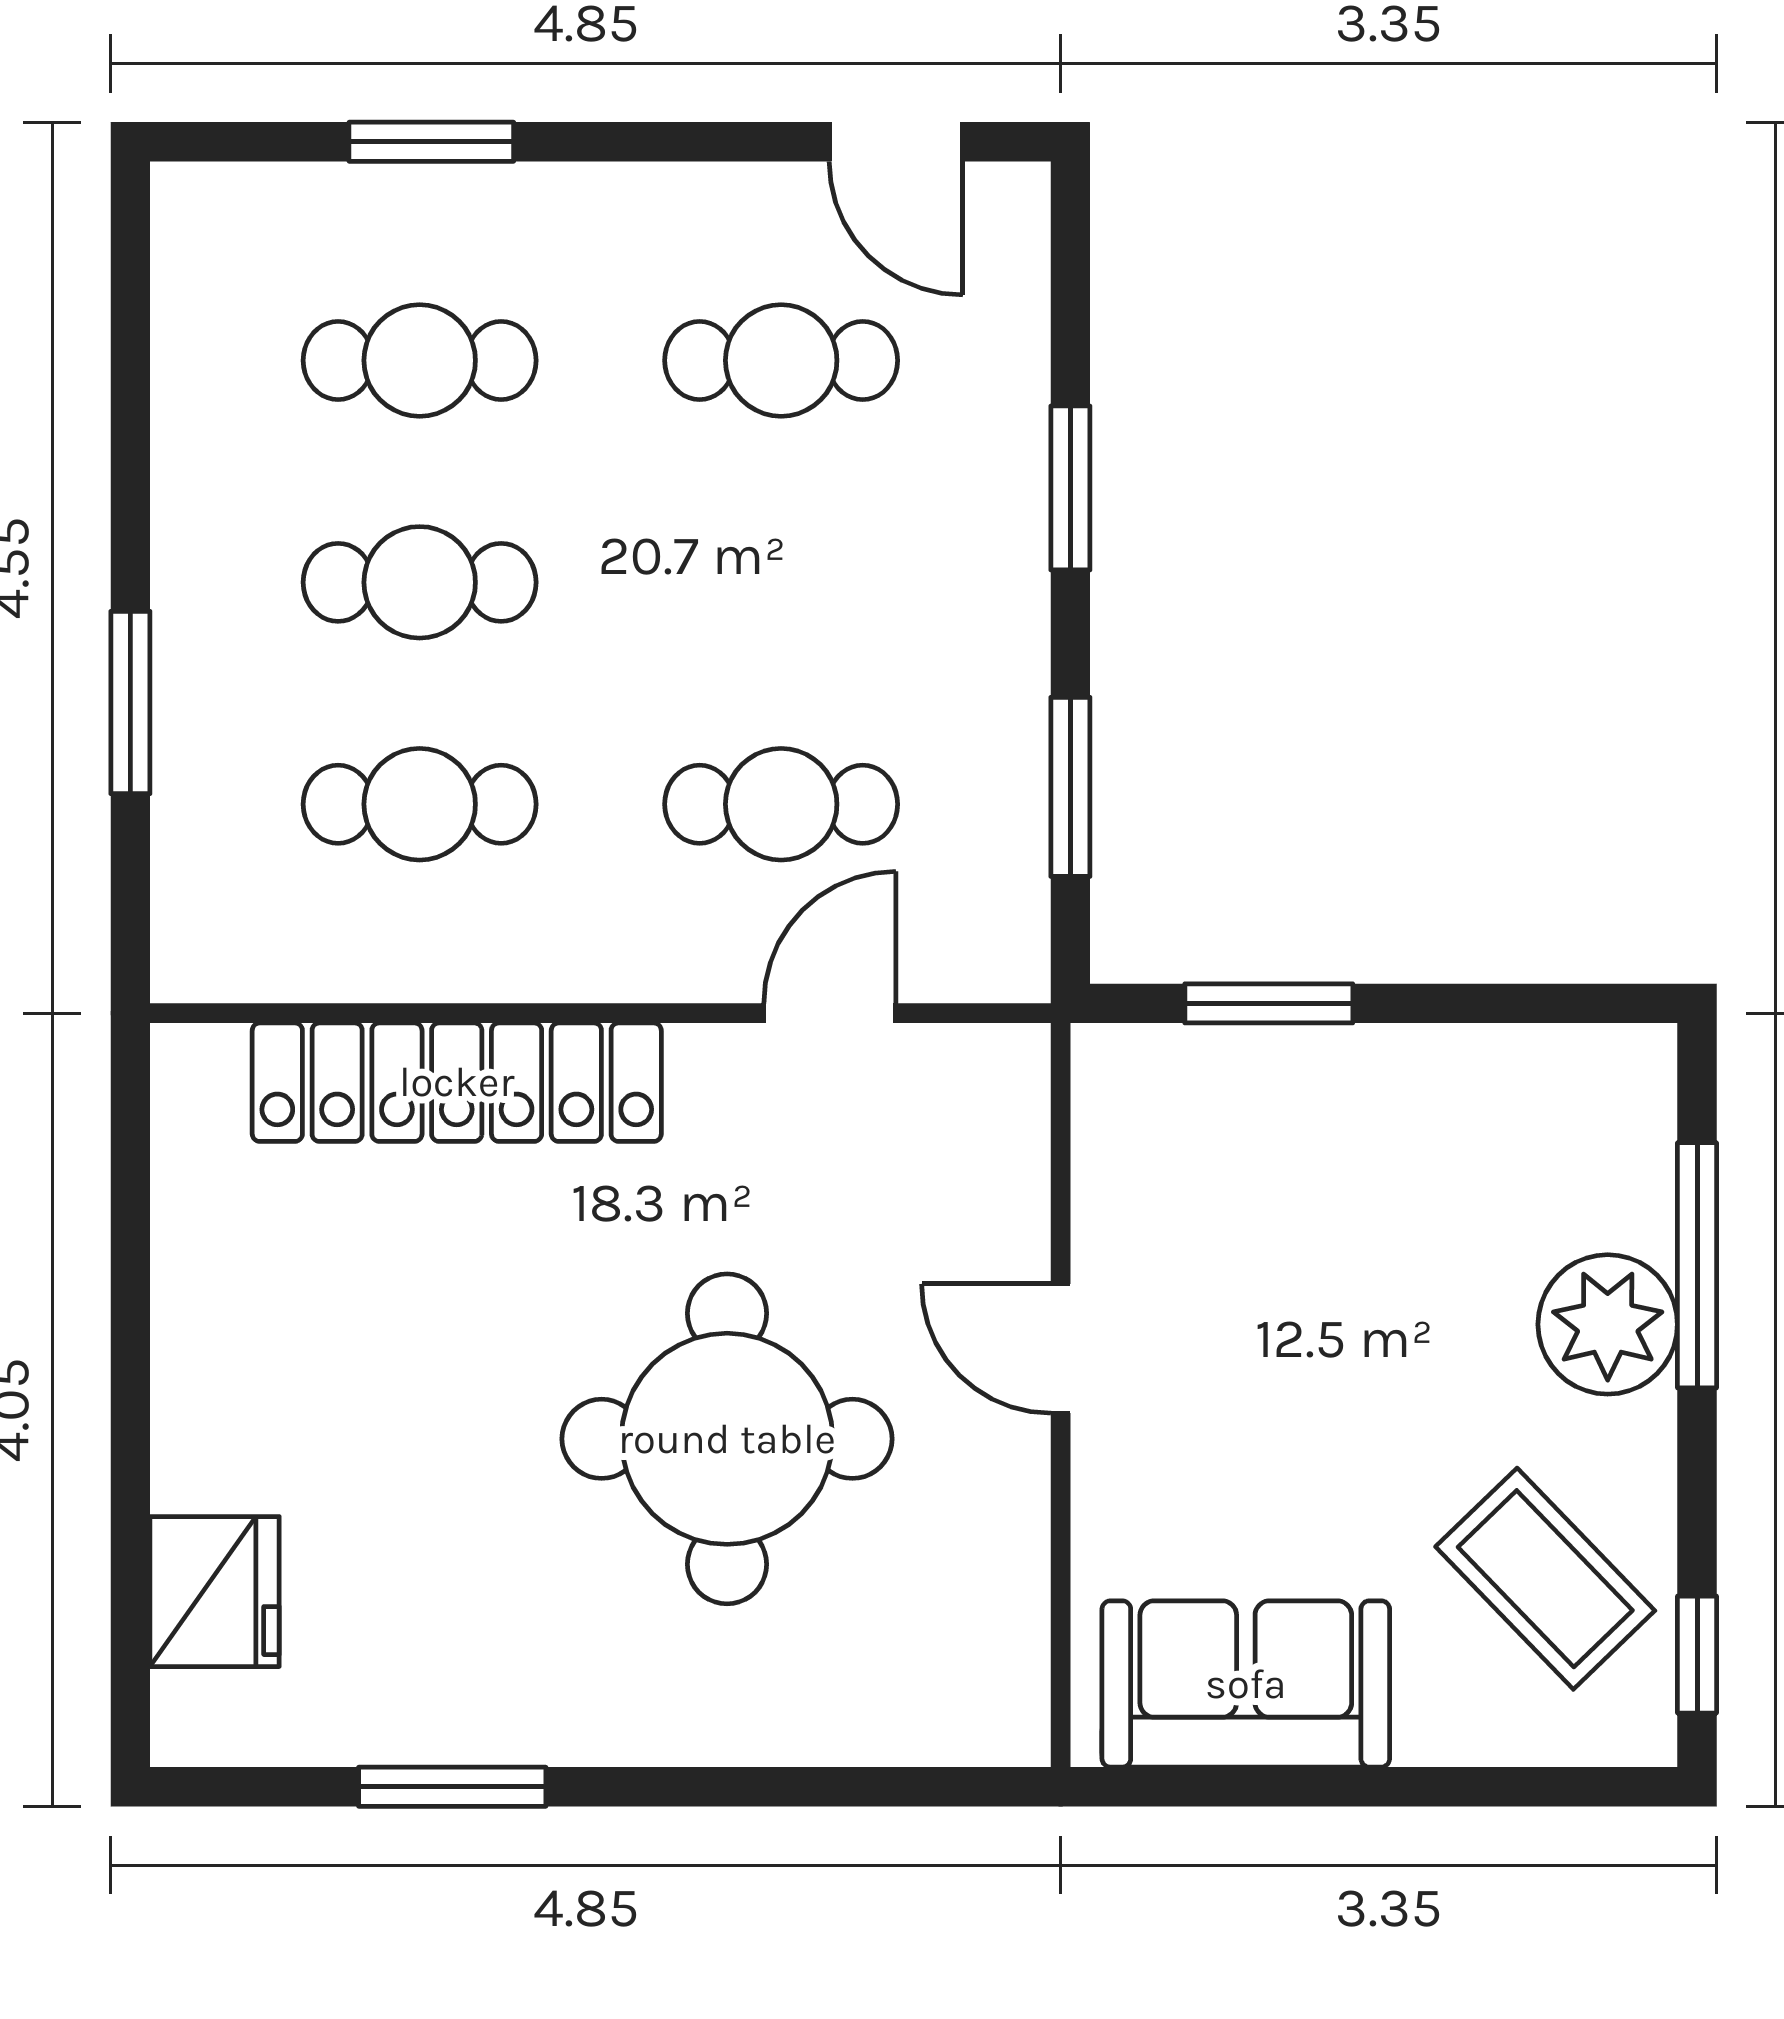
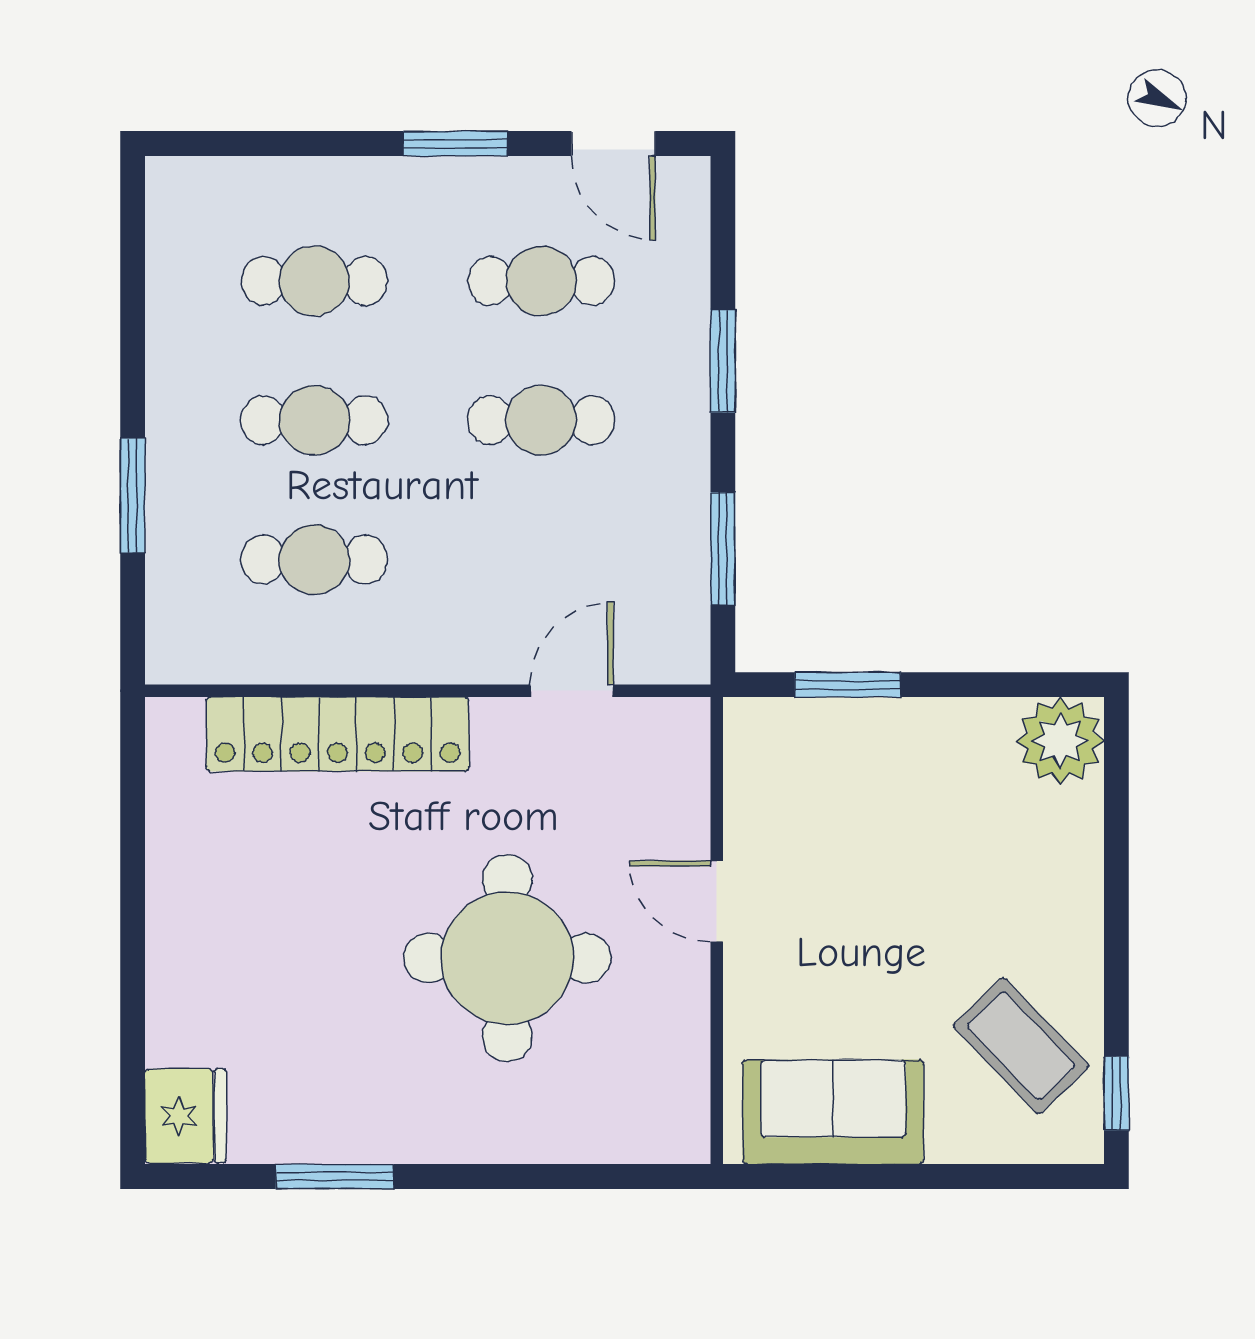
window: (431, 142) -> (455, 144), moved
cafe table: (781, 804) -> (541, 420), moved
window: (1697, 1265) -> (1116, 849), removed
plant: (1608, 1324) -> (1060, 741), moved
fridge: (215, 1592) -> (185, 1116), moved

